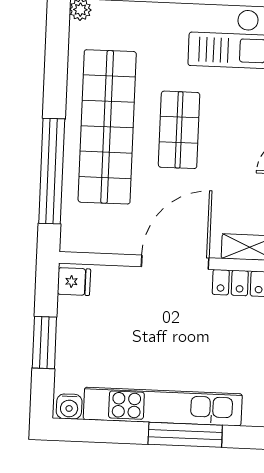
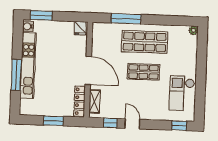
shop shelf: (107, 127) -> (145, 42), width x0.71
window: (52, 171) -> (126, 19), width x0.68
window: (44, 343) -> (41, 15), moved

